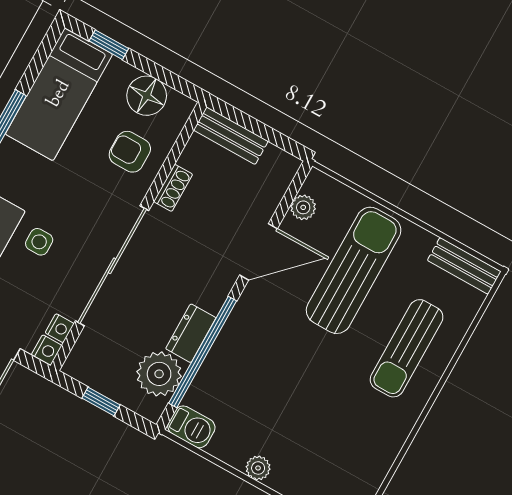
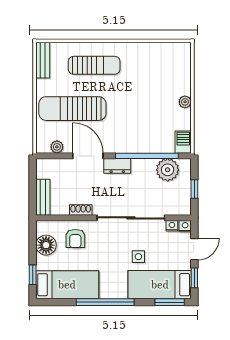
dresser: (191, 333) -> (117, 166), moved

